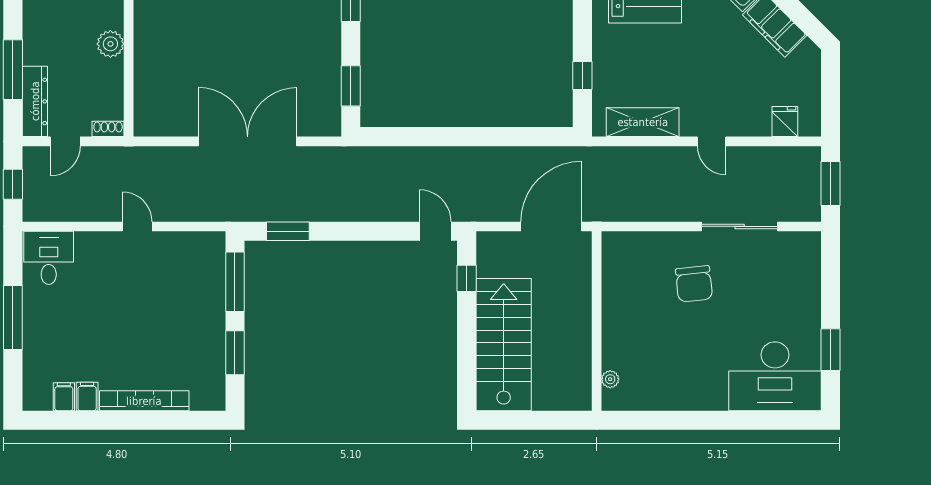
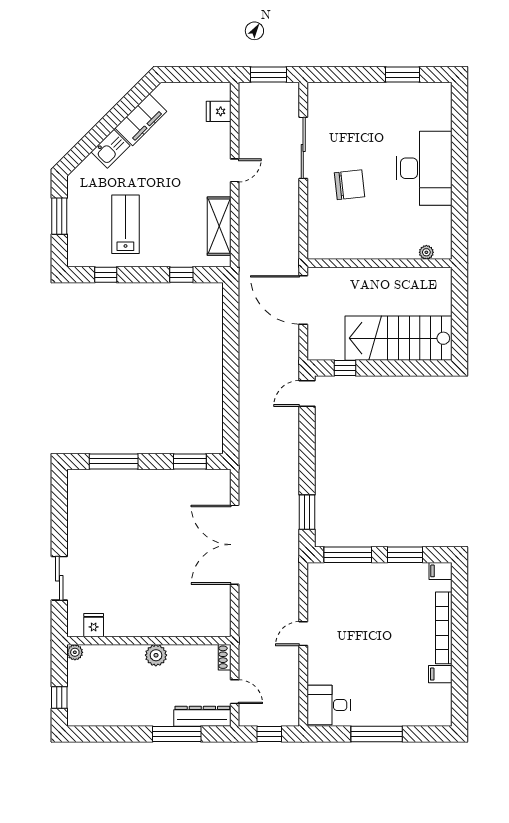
desk: (775, 376) -> (424, 168), moved
filing cabinet: (64, 397) -> (440, 571), moved

